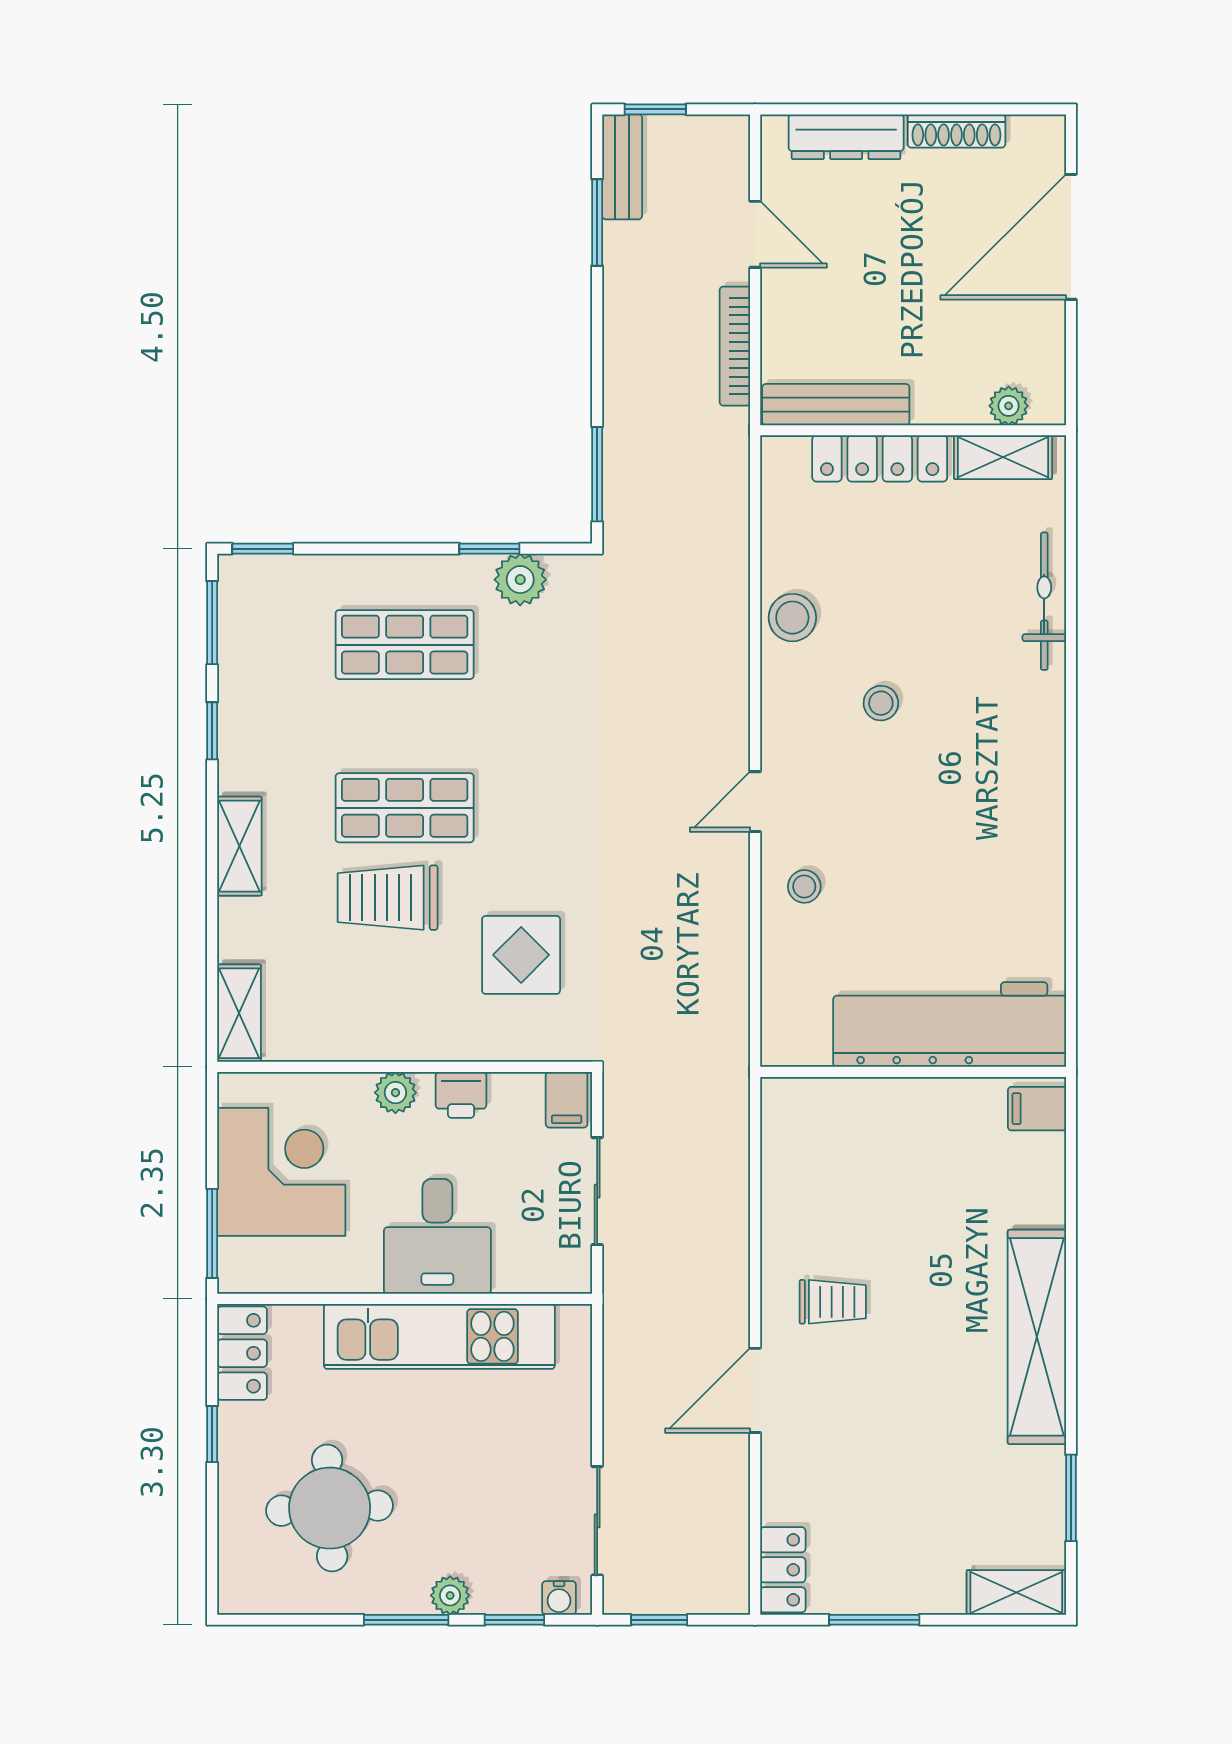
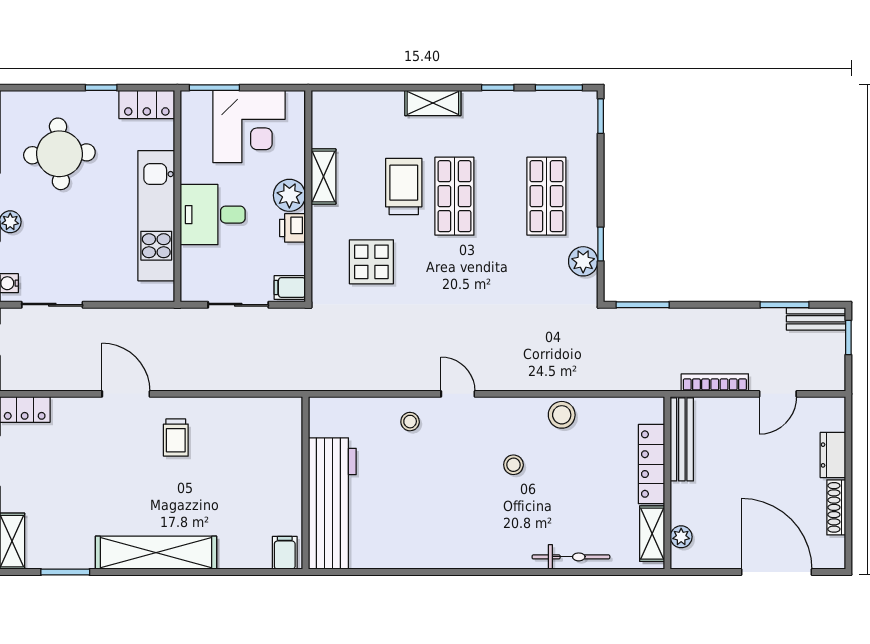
dresser: (846, 137) -> (833, 455), width x0.70
shelving: (239, 1013) -> (323, 177), moved, turned 90
plant: (395, 1093) -> (289, 195), width x1.38, depth x1.38

